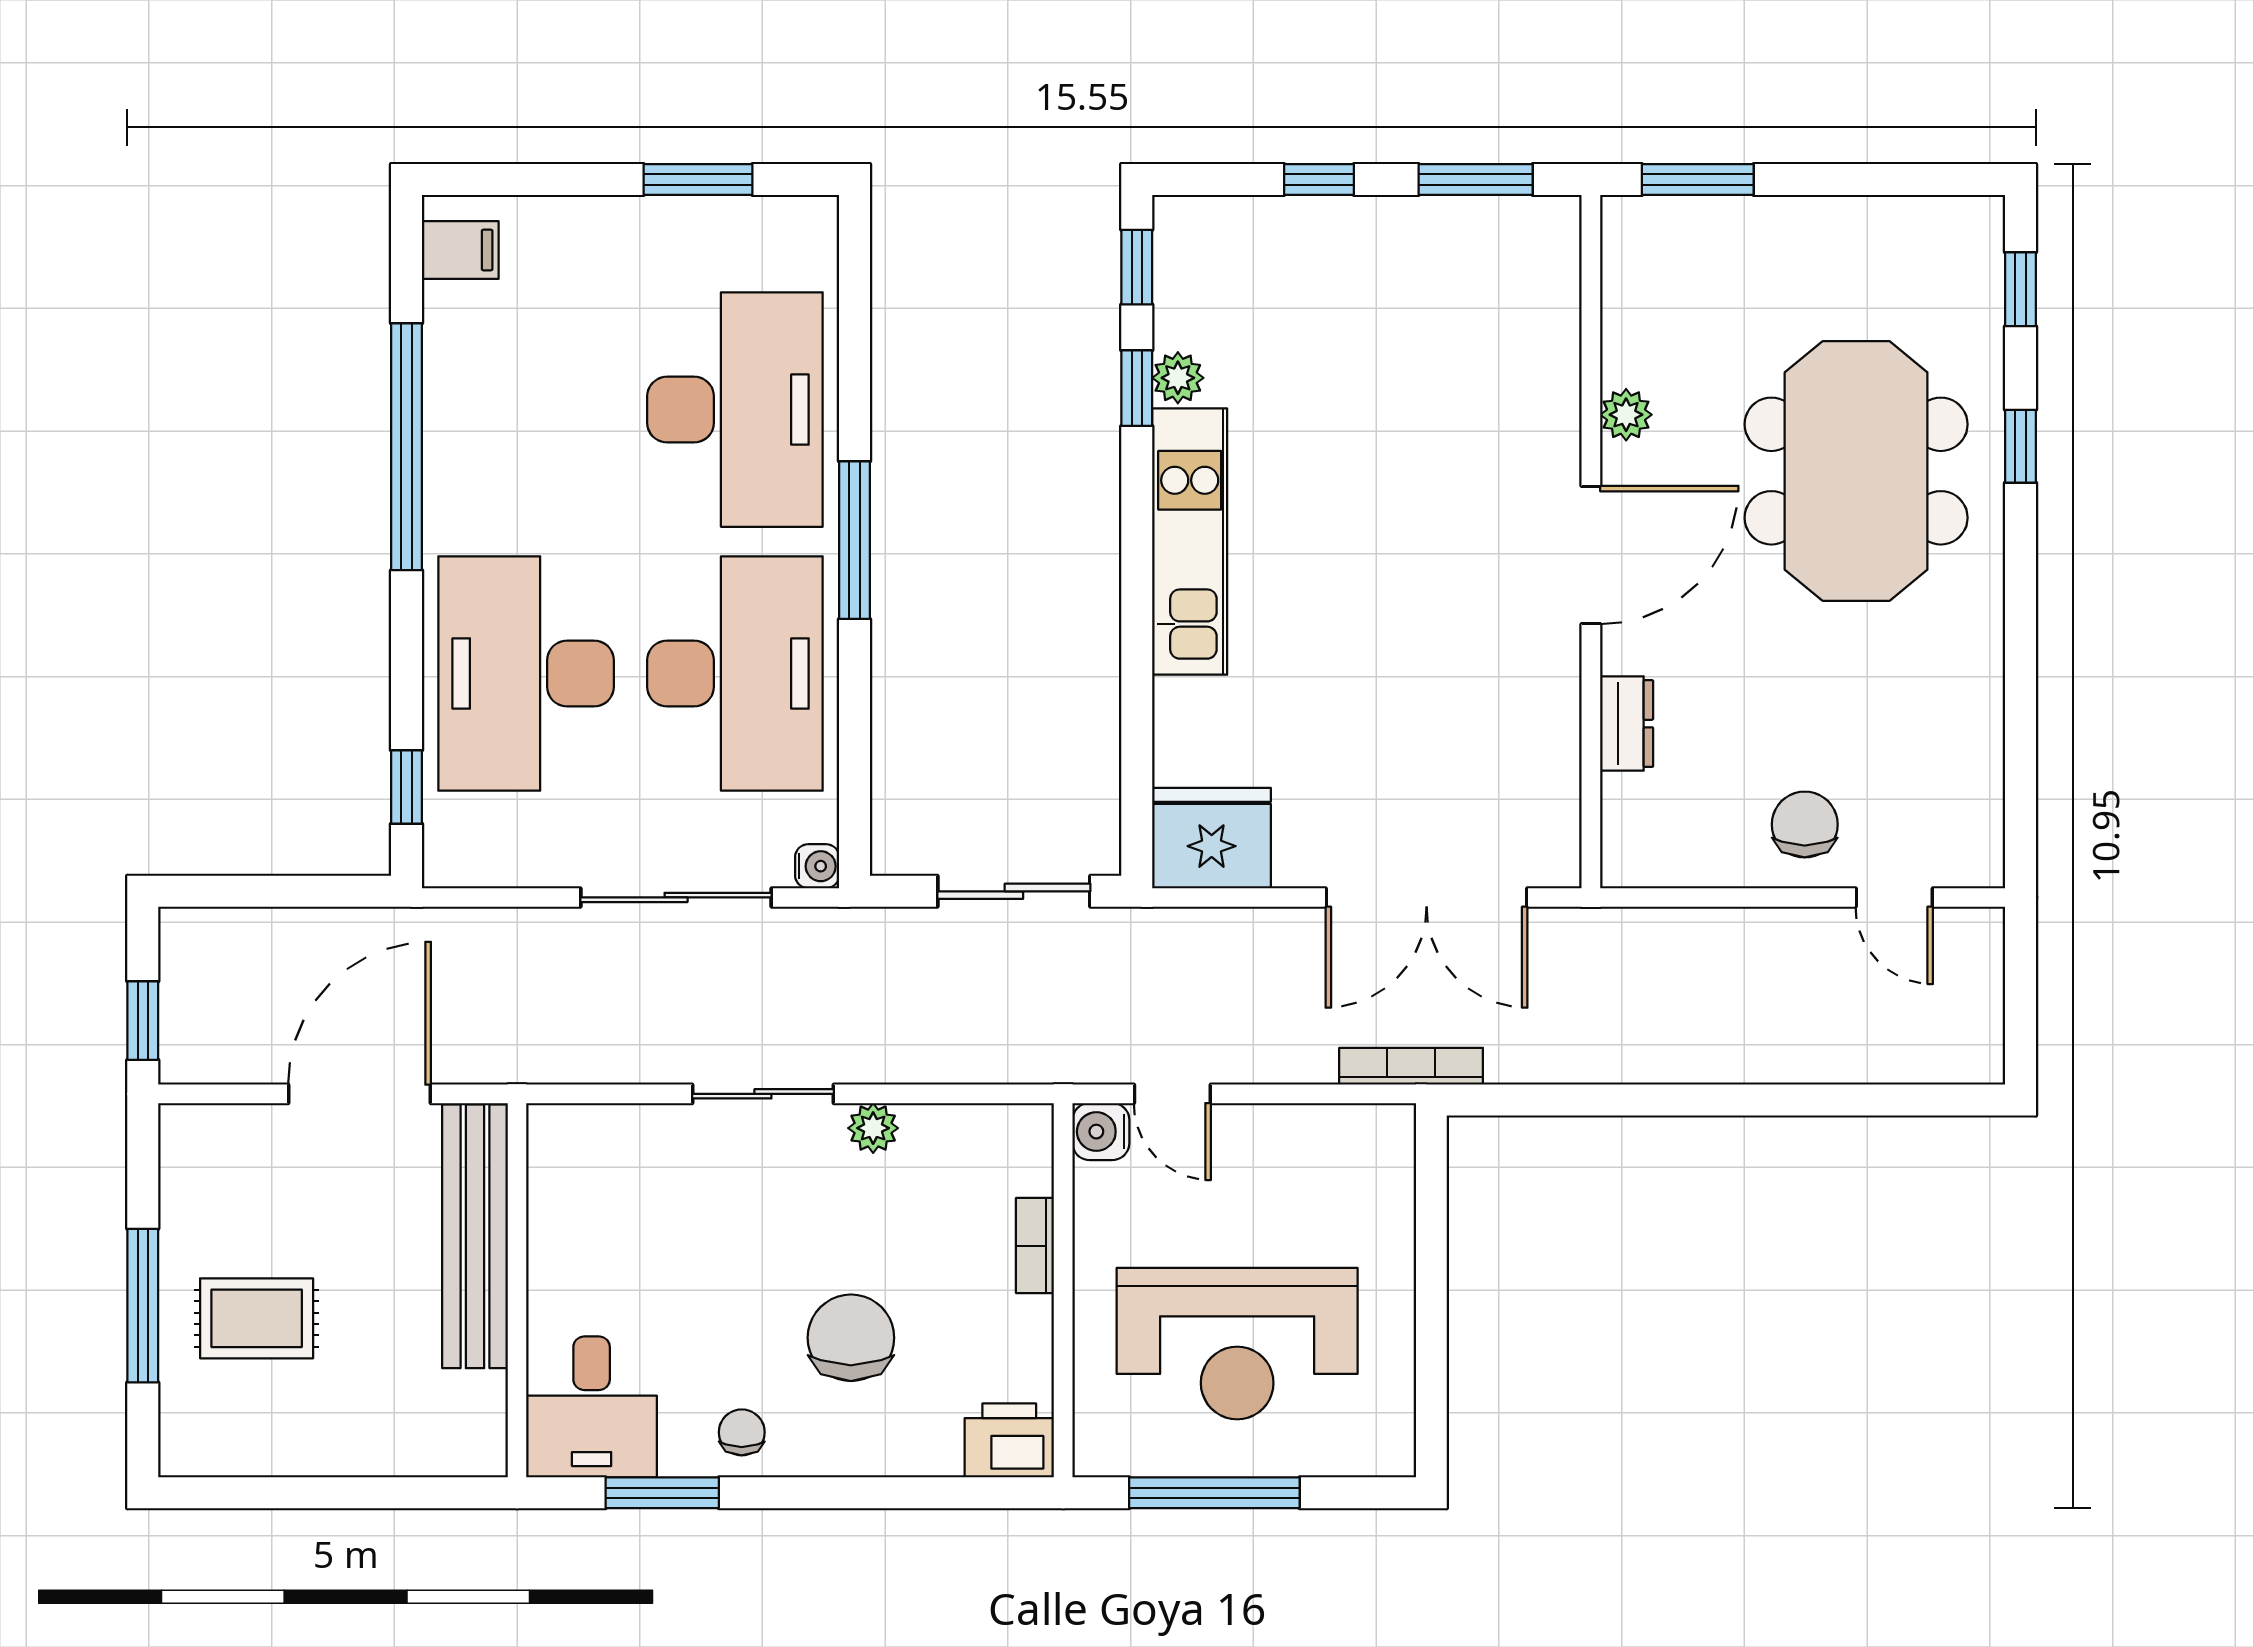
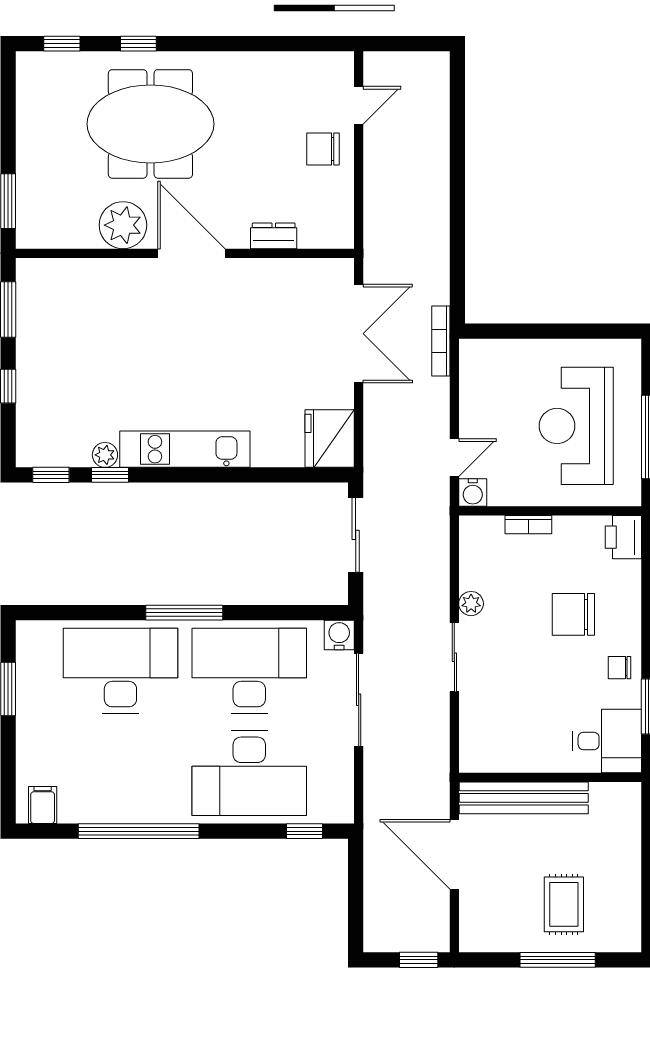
plant: (1626, 415) -> (123, 225), width x1.88, depth x1.88
water cooler: (817, 866) -> (339, 635), width x1.38, depth x1.38
reception desk: (1237, 1344) -> (576, 426), turned 180

